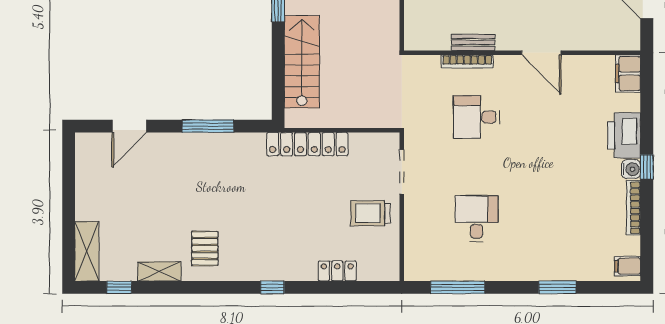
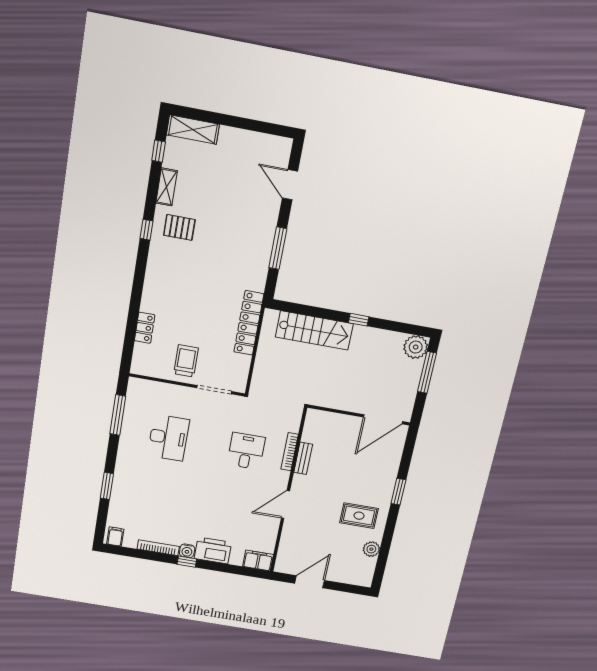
desk: (477, 219) -> (168, 438), width x1.37
window: (272, 287) -> (146, 230), moved

